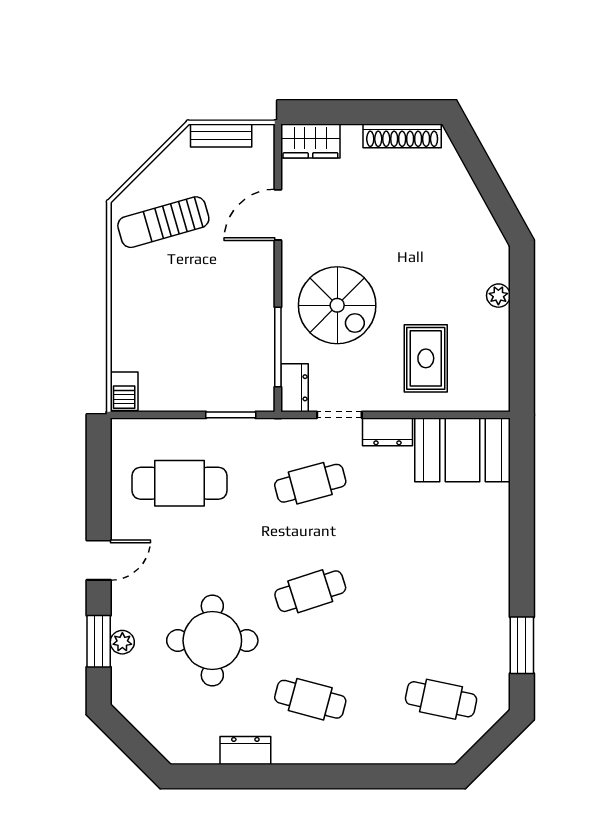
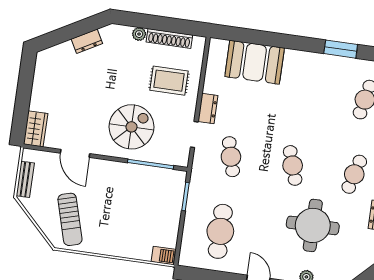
shoe rack: (402, 136) -> (169, 39), moved, turned 90
dresser: (294, 388) -> (87, 41), moved, turned 151
booth: (462, 450) -> (255, 62), moved, turned 90

